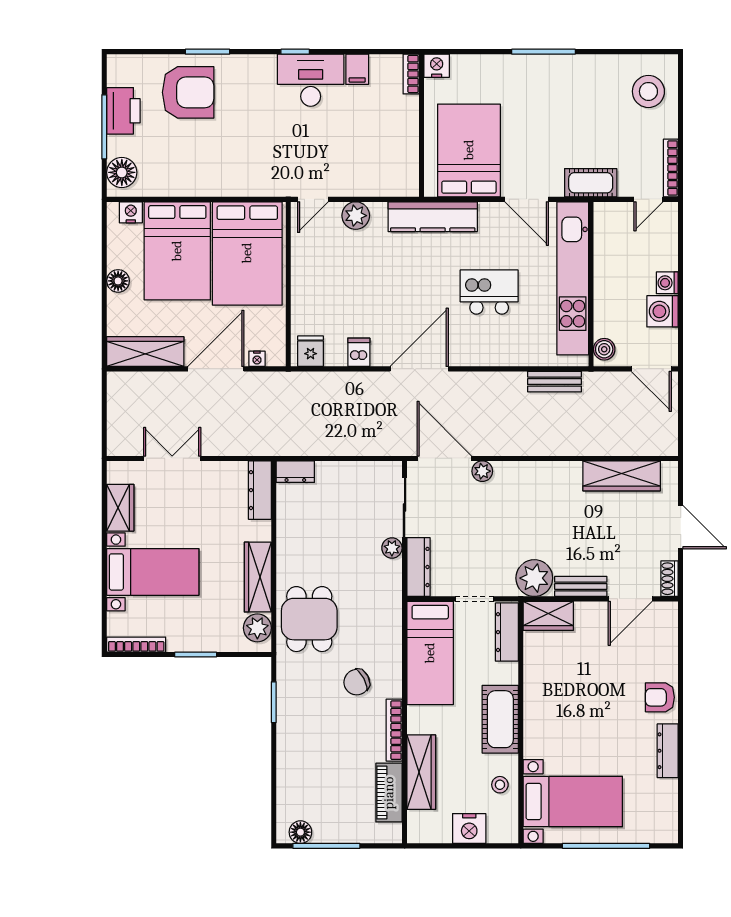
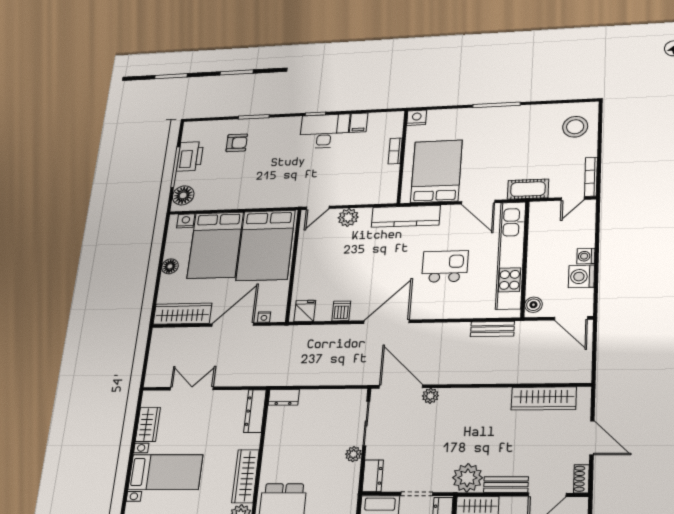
bookcase: (411, 74) -> (395, 151), moved
armchair: (188, 92) -> (237, 143), width x0.53, depth x0.53
dresser: (418, 567) -> (373, 476), width x0.70

